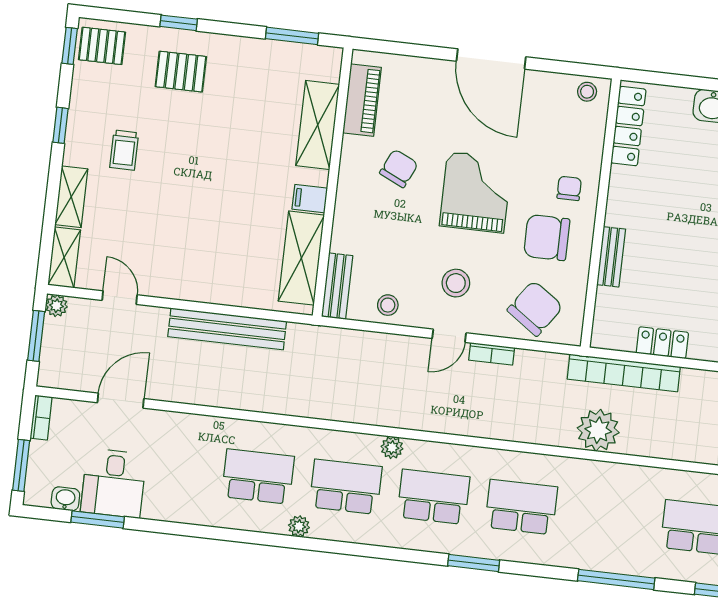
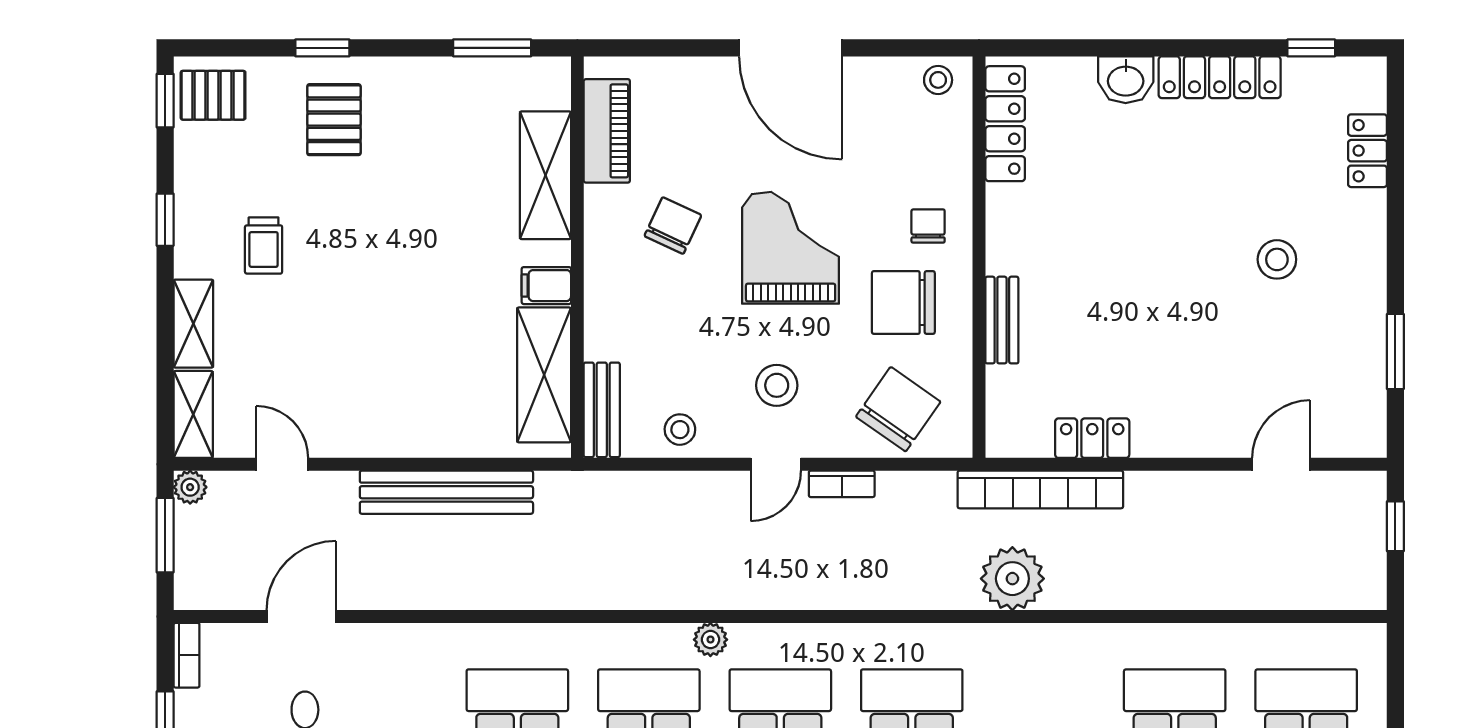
pallet: (181, 72) -> (334, 120), turned 90

